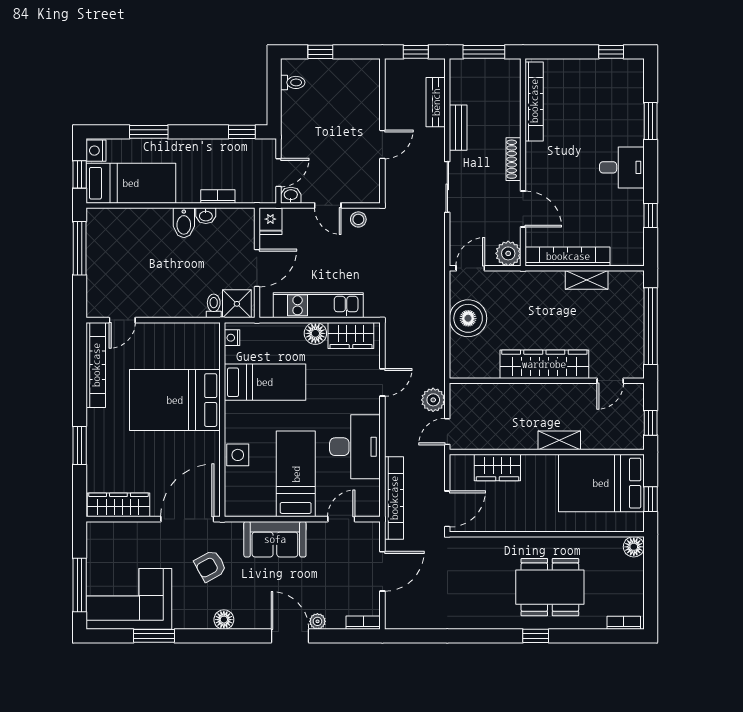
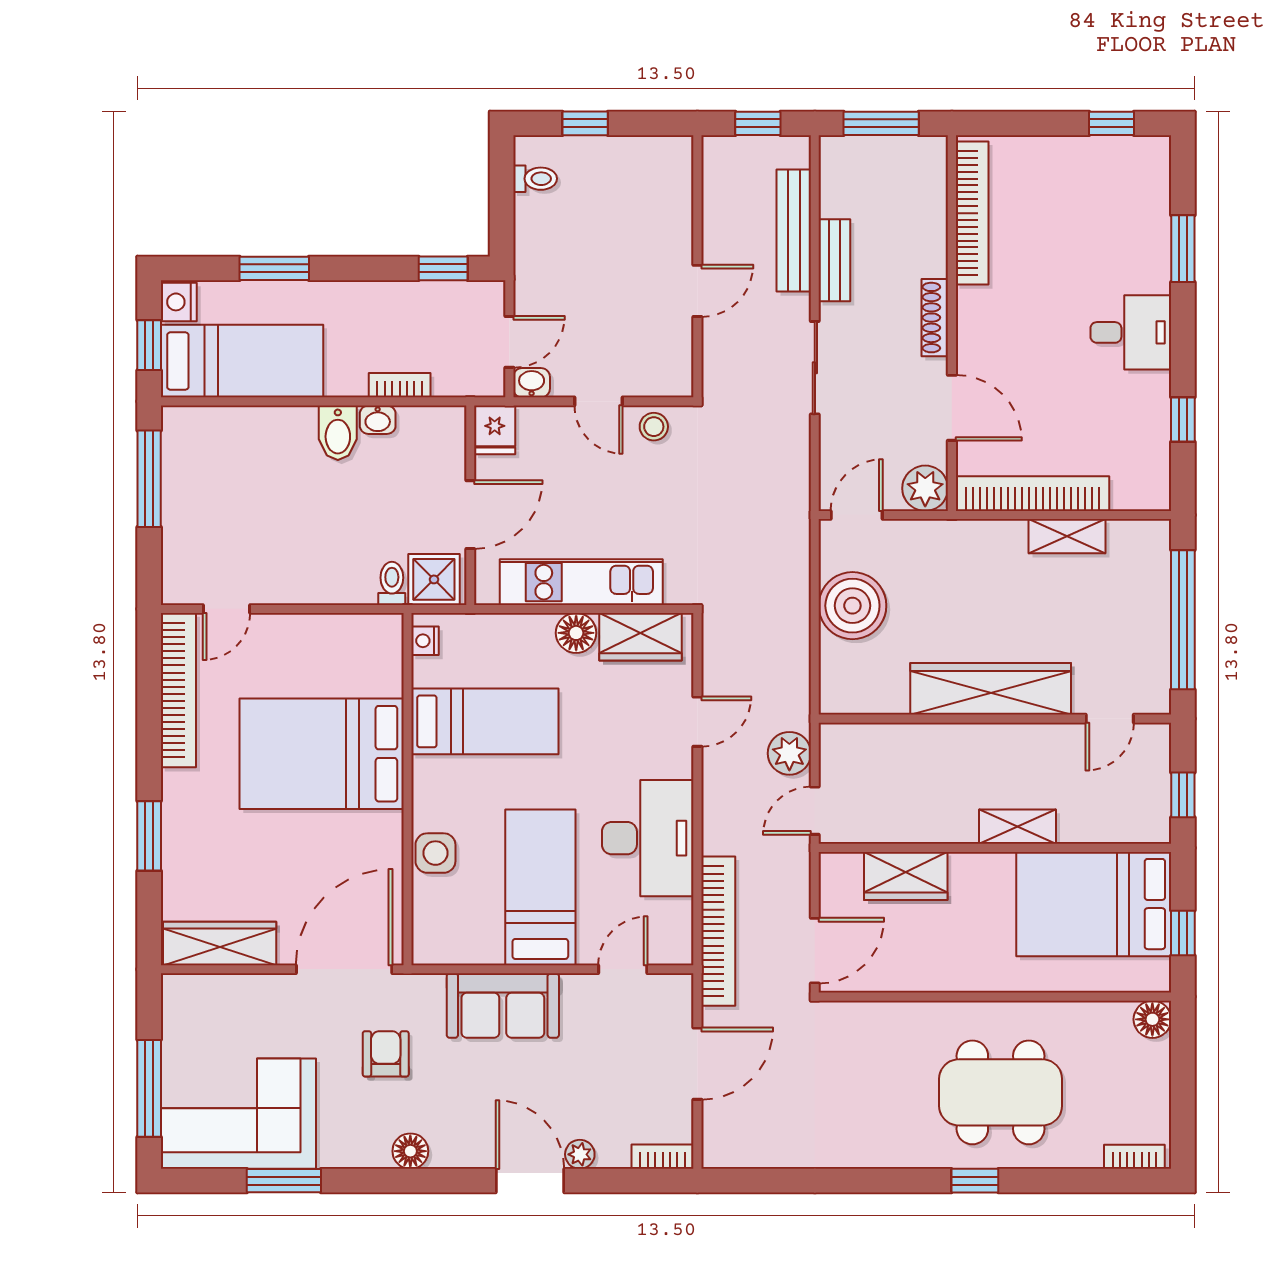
bench: (436, 102) -> (794, 231), width x1.36
armchair: (210, 566) -> (386, 1054), turned 119

